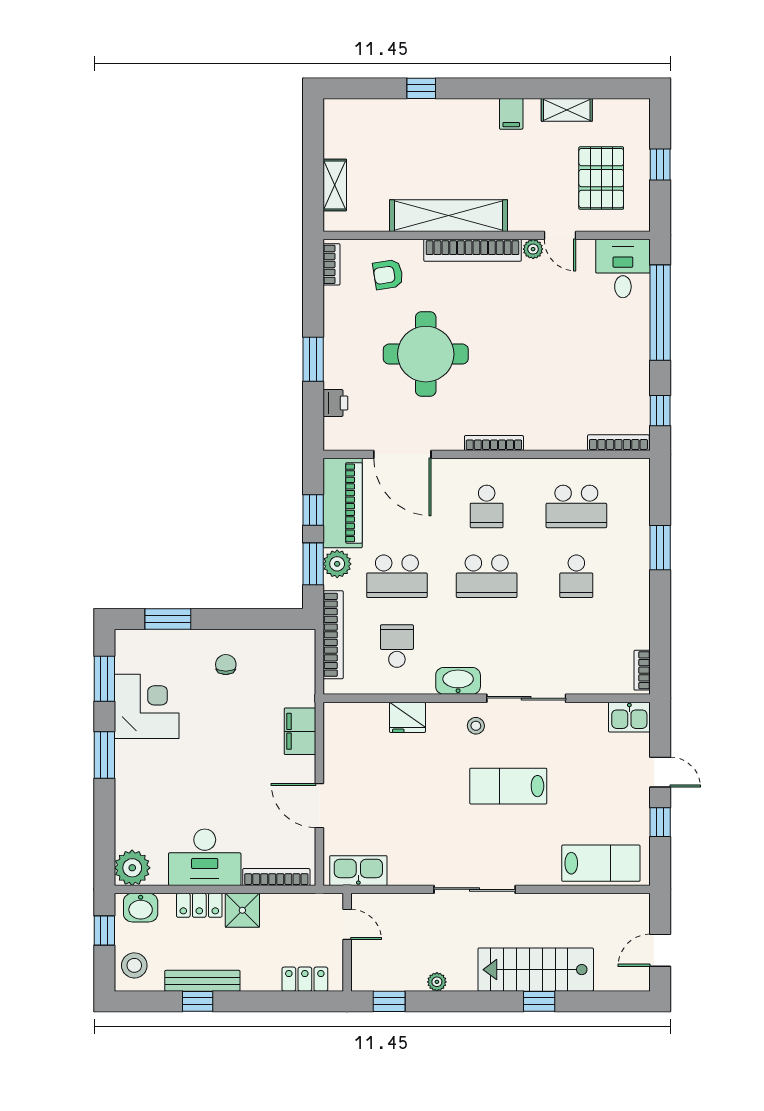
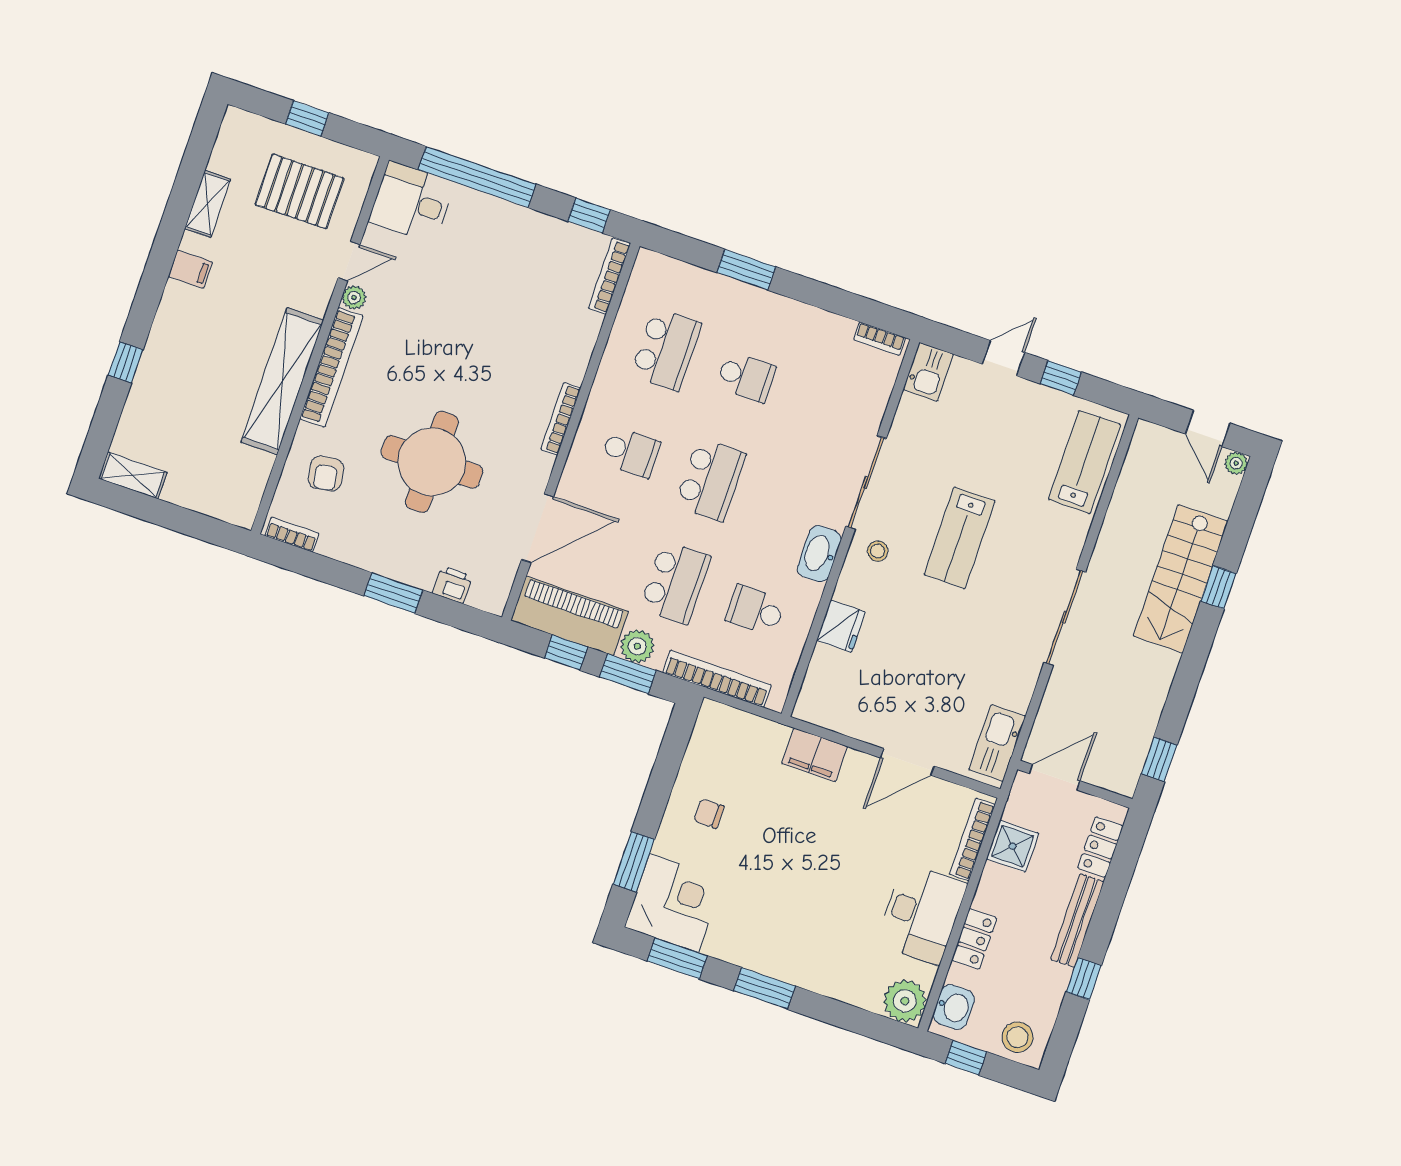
shelving: (335, 185) -> (133, 475), moved
corner desk: (147, 706) -> (674, 903), moved, turned 90
shower: (242, 910) -> (1013, 846), moved
door: (347, 924) -> (1054, 777), width x1.38
bench: (202, 981) -> (1077, 921), moved
plant: (437, 982) -> (1236, 463), moved

